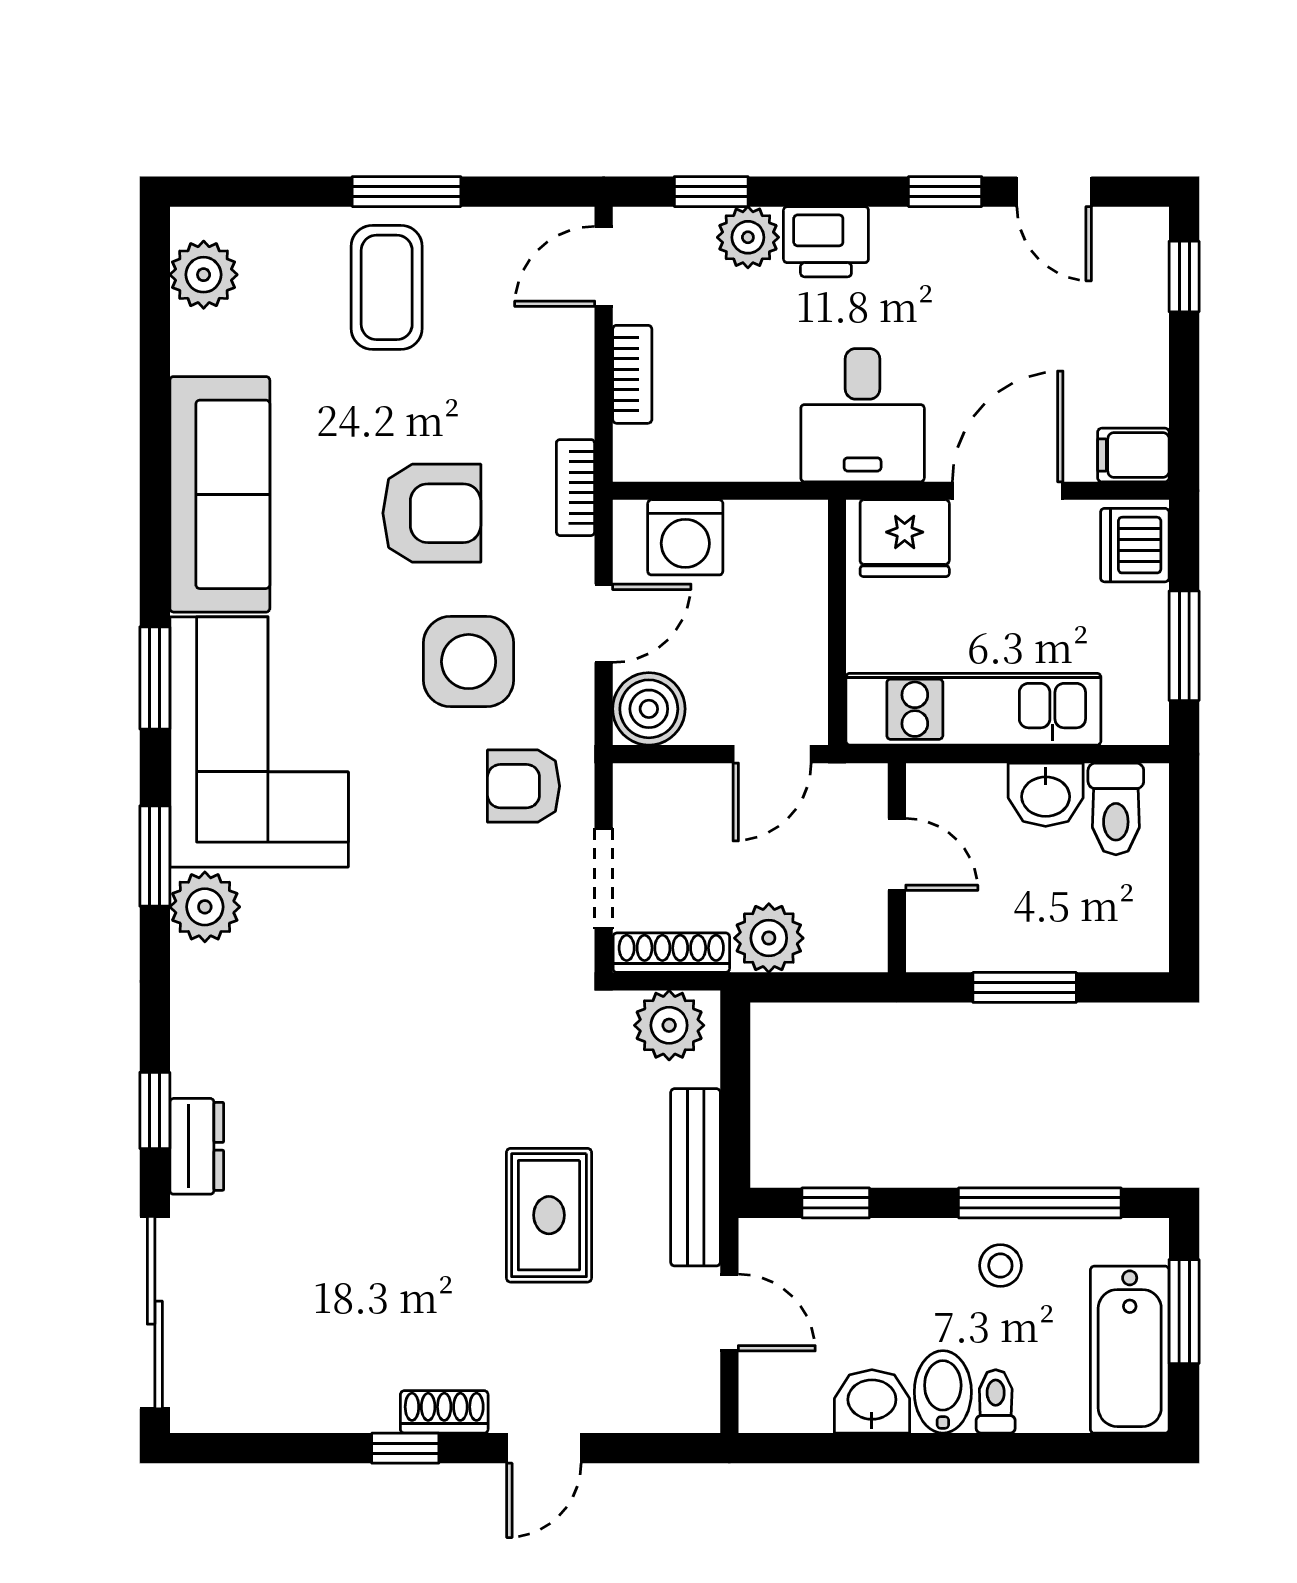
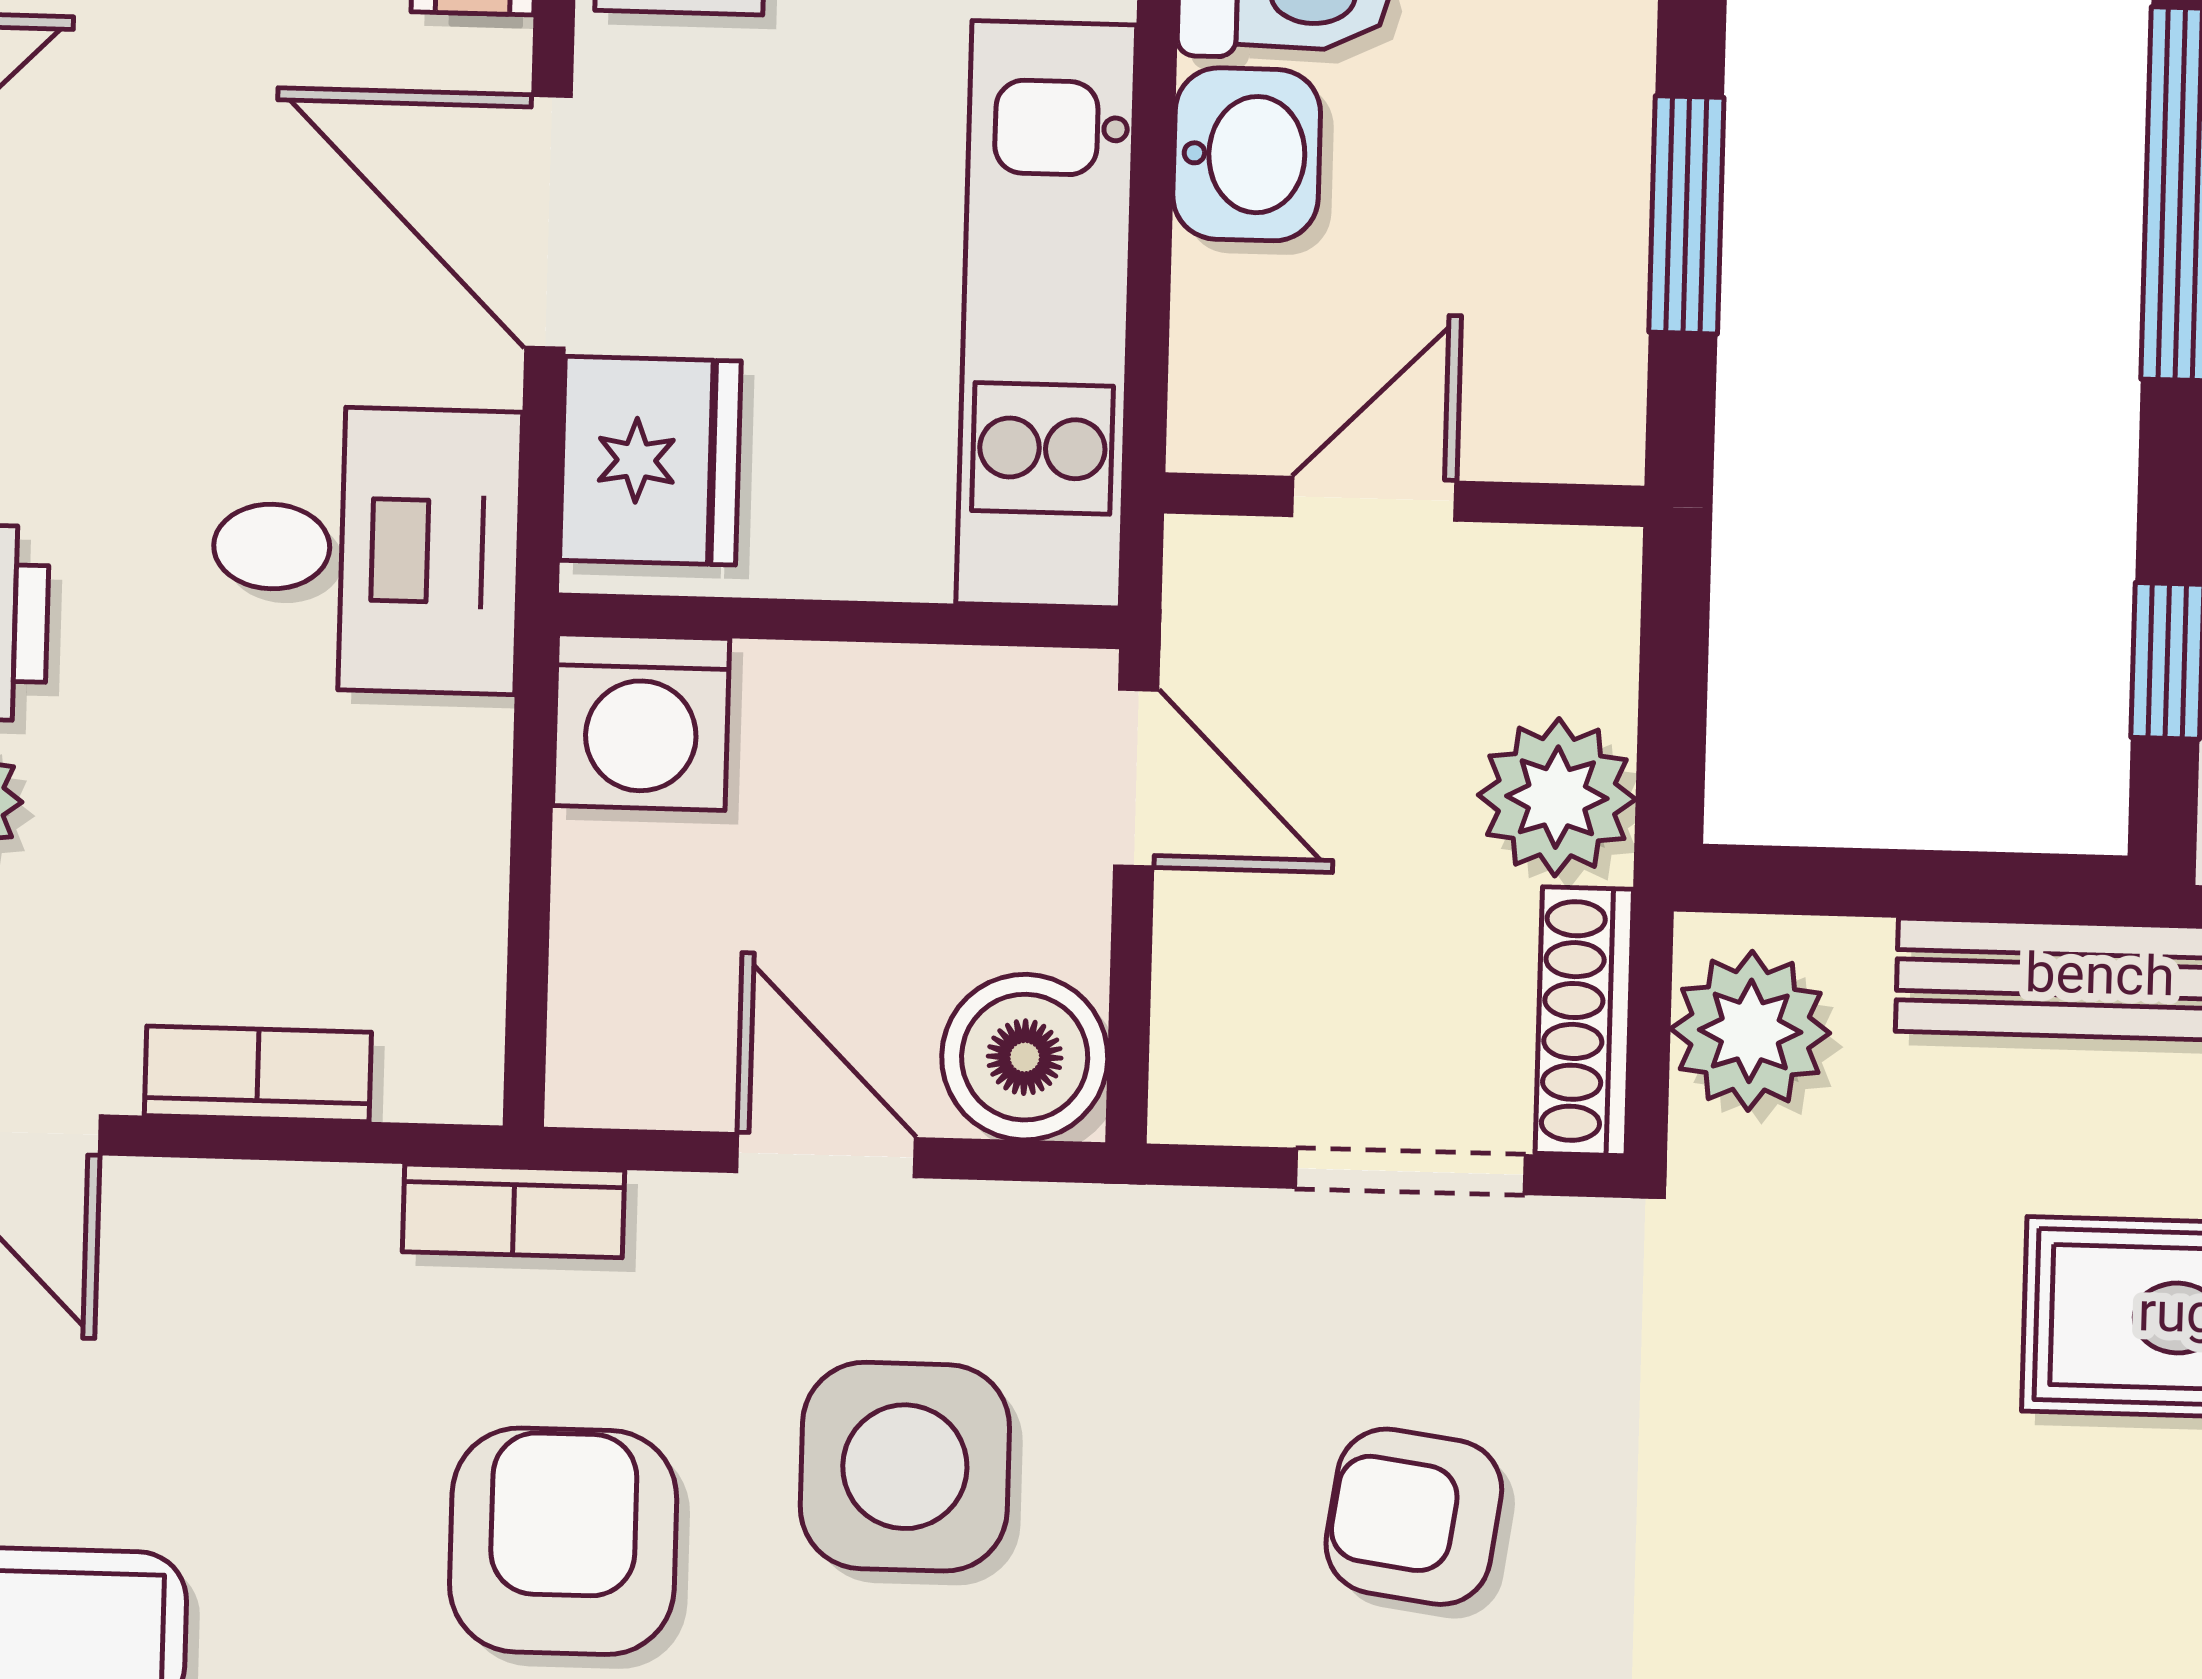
washing machine: (685, 537) -> (641, 722), moved, turned 90
armchair: (524, 786) -> (1414, 1517), moved, turned 98

